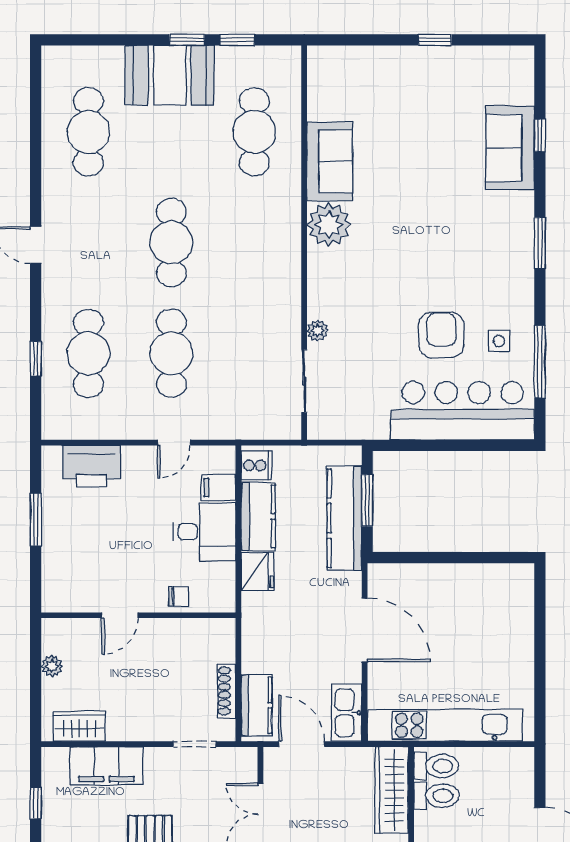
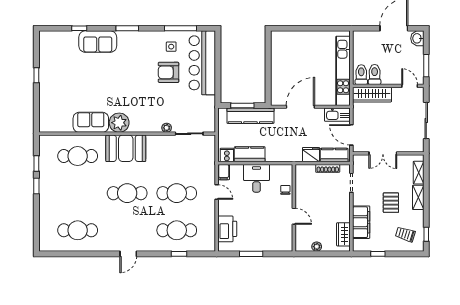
booth: (170, 75) -> (126, 148), moved, turned 90
sofa: (510, 148) -> (98, 42), moved
filing cabinet: (218, 488) -> (224, 172), moved
fridge: (258, 572) -> (311, 155), moved
door: (301, 744) -> (351, 135), hinge flipped

